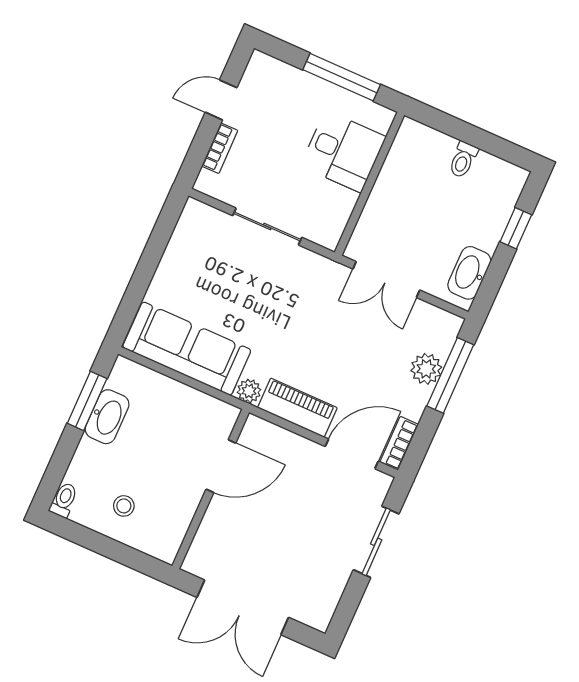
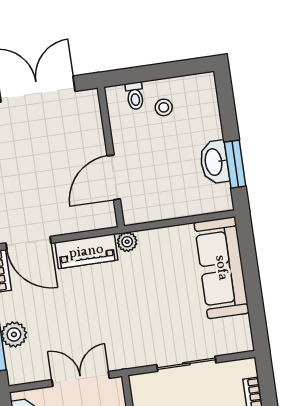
sofa: (187, 349) -> (222, 268), moved, turned 90
door: (352, 454) -> (28, 243), hinge flipped
toilet: (64, 500) -> (135, 96), moved

